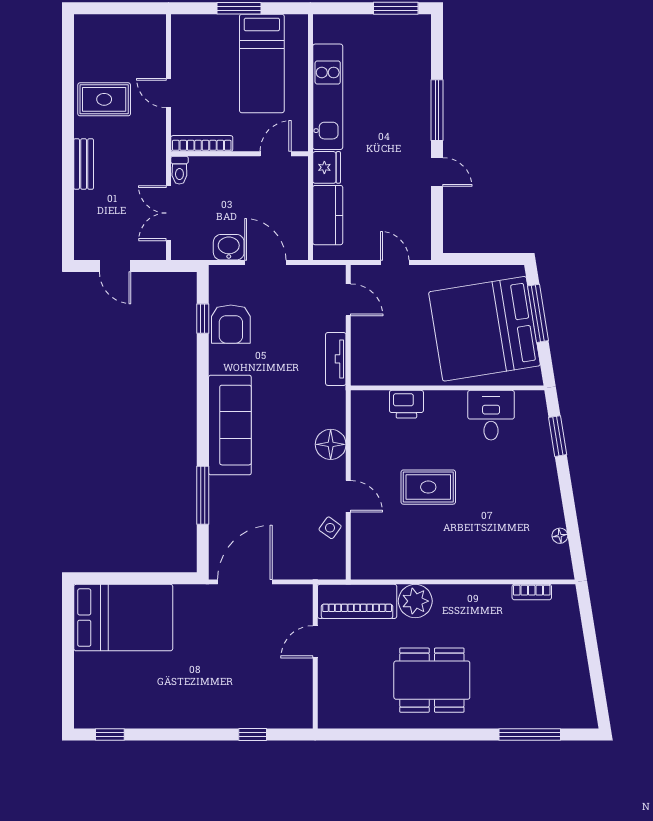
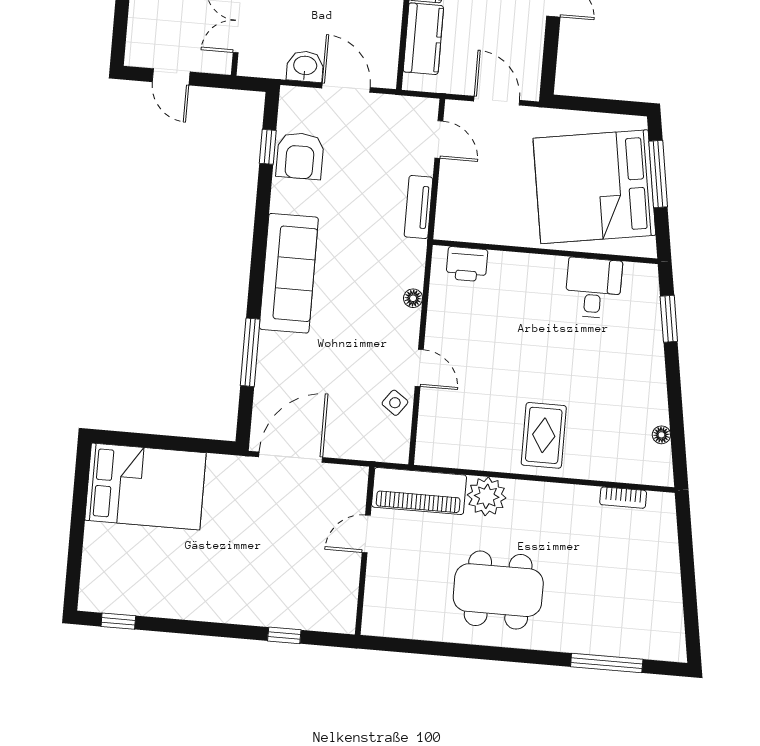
door: (395, 262) -> (497, 101), width x1.38
printer: (406, 404) -> (467, 264), moved
floor lamp: (331, 444) -> (413, 298), width x0.53, depth x0.53
rug: (428, 487) -> (544, 435), moved, turned 90

